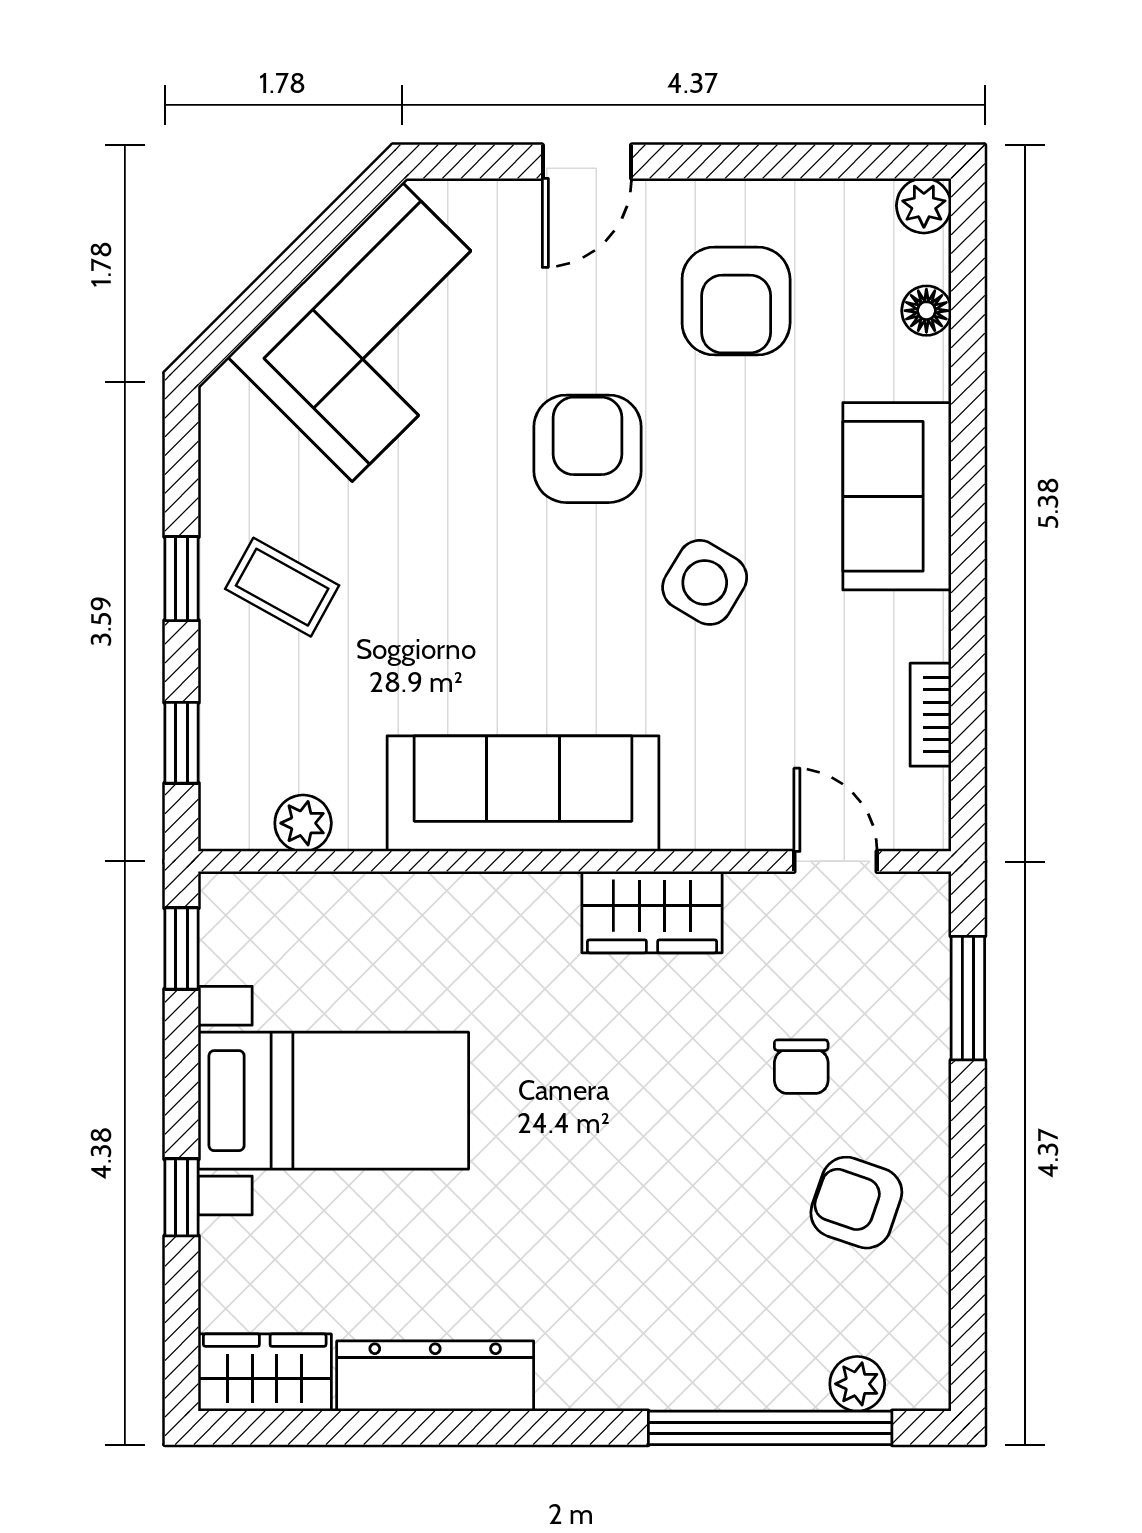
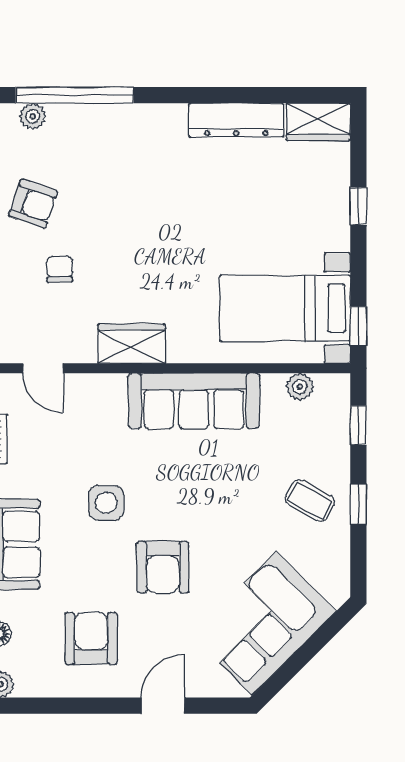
side table: (705, 582) -> (106, 503), turned -31
bed with nightstands: (333, 1101) -> (285, 308), moved

